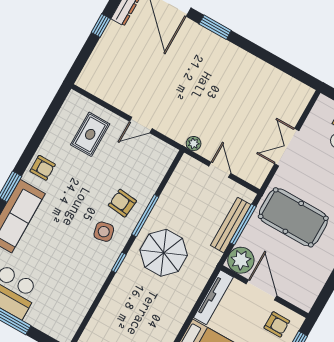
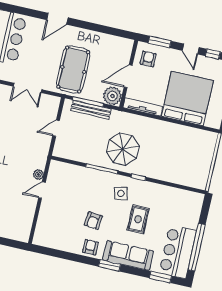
door: (141, 125) -> (42, 190), swing flipped
rug: (90, 134) -> (138, 219), moved, turned 90
plant: (194, 144) -> (38, 175), moved
armchair: (122, 203) -> (93, 221), moved

